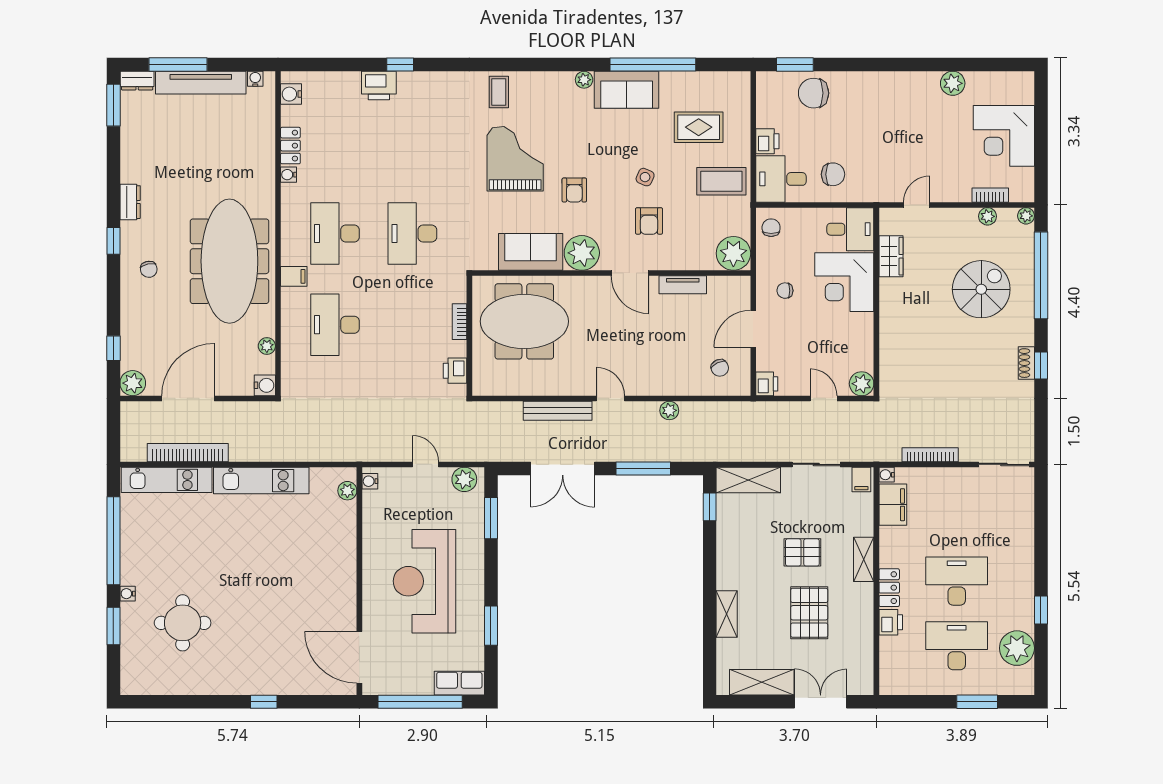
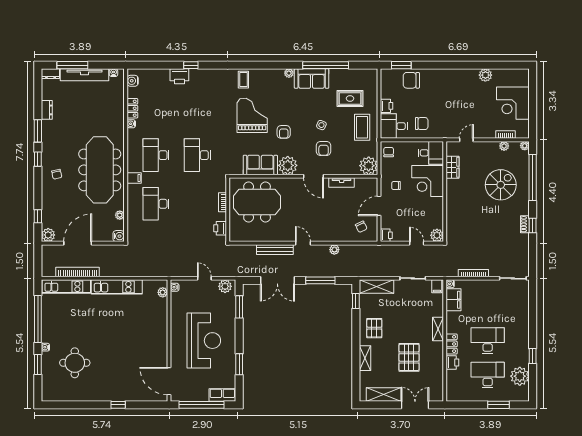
window: (113, 105) -> (38, 131), moved
coffee table: (721, 181) -> (362, 127), turned 90
dresser: (130, 202) -> (47, 110), moved
pallet: (802, 552) -> (374, 328), moved, turned 90
reception desk: (424, 581) -> (204, 341), turned 180

